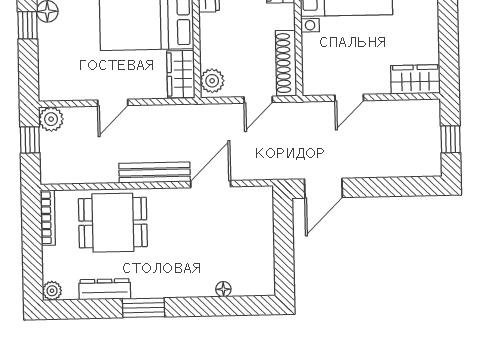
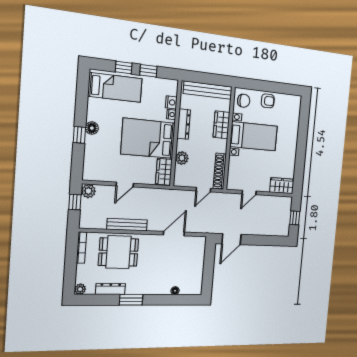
plant: (212, 81) -> (182, 158), moved
bench: (155, 173) -> (127, 225), moved

